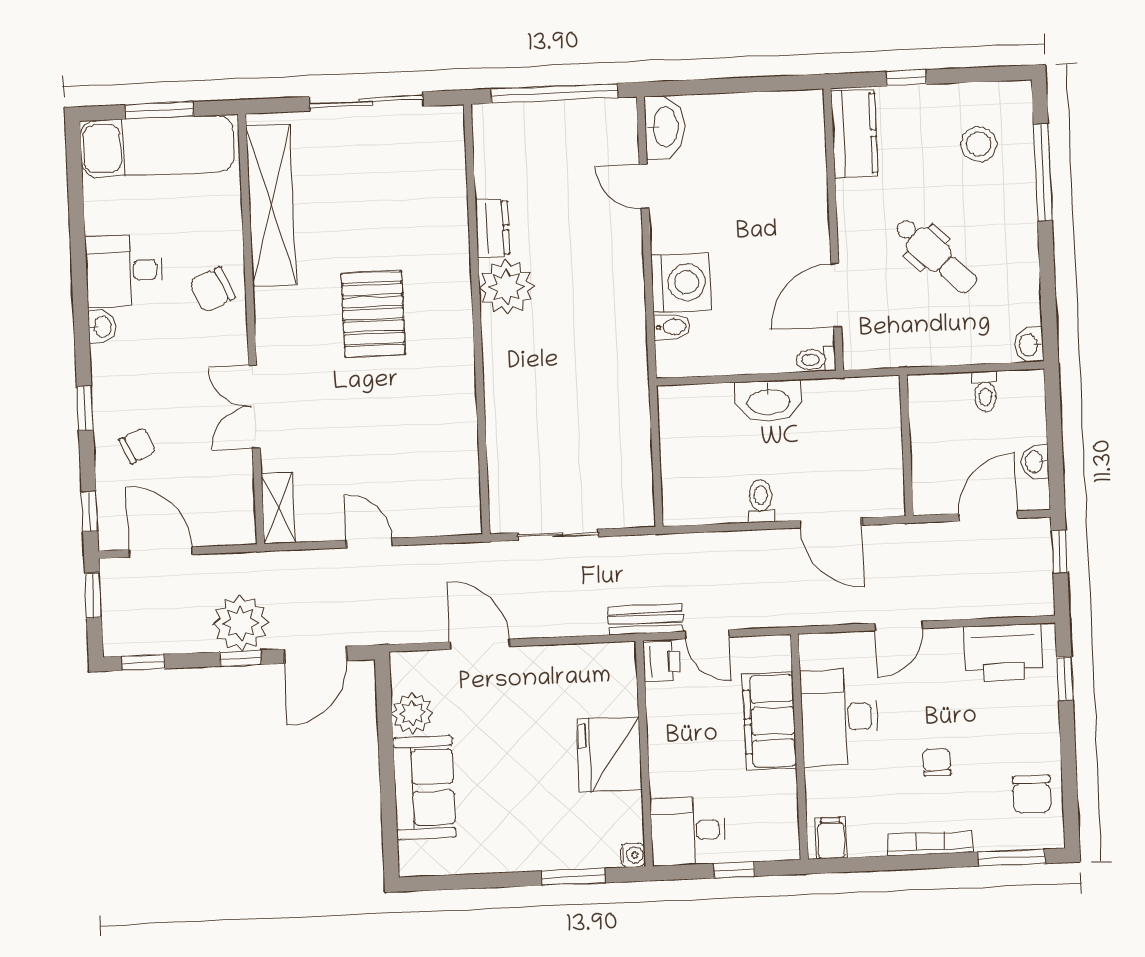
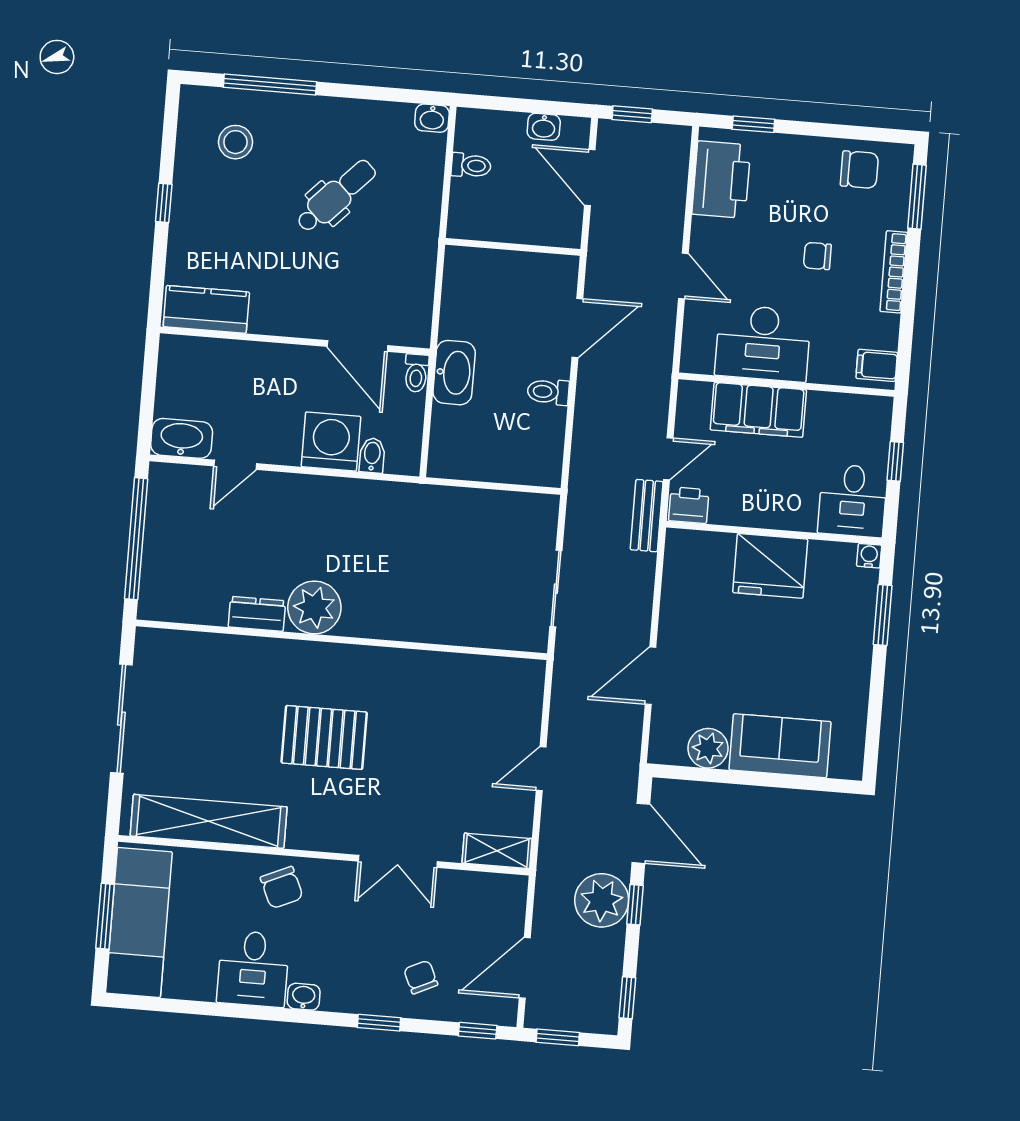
kitchen counter: (854, 134) -> (206, 309), moved
wall: (833, 229) -> (295, 341), moved
door: (836, 295) -> (357, 346), moved
toilet: (816, 360) -> (416, 373), moved

